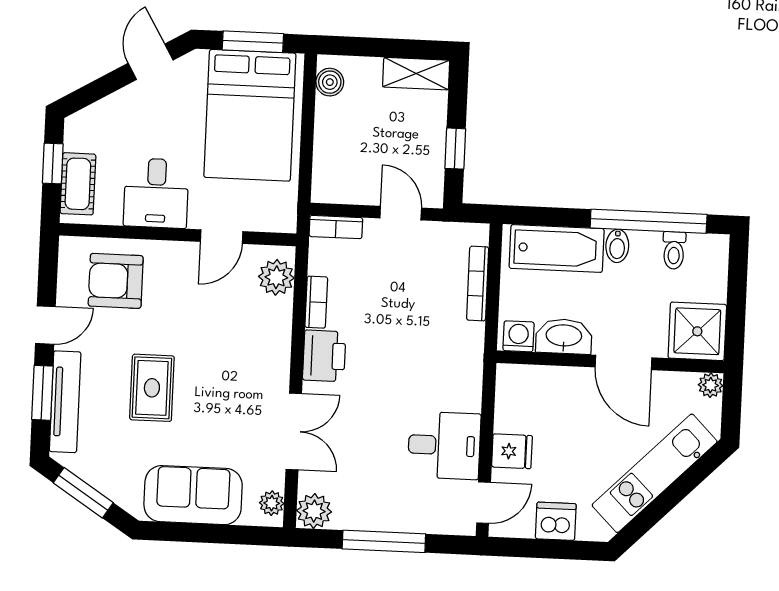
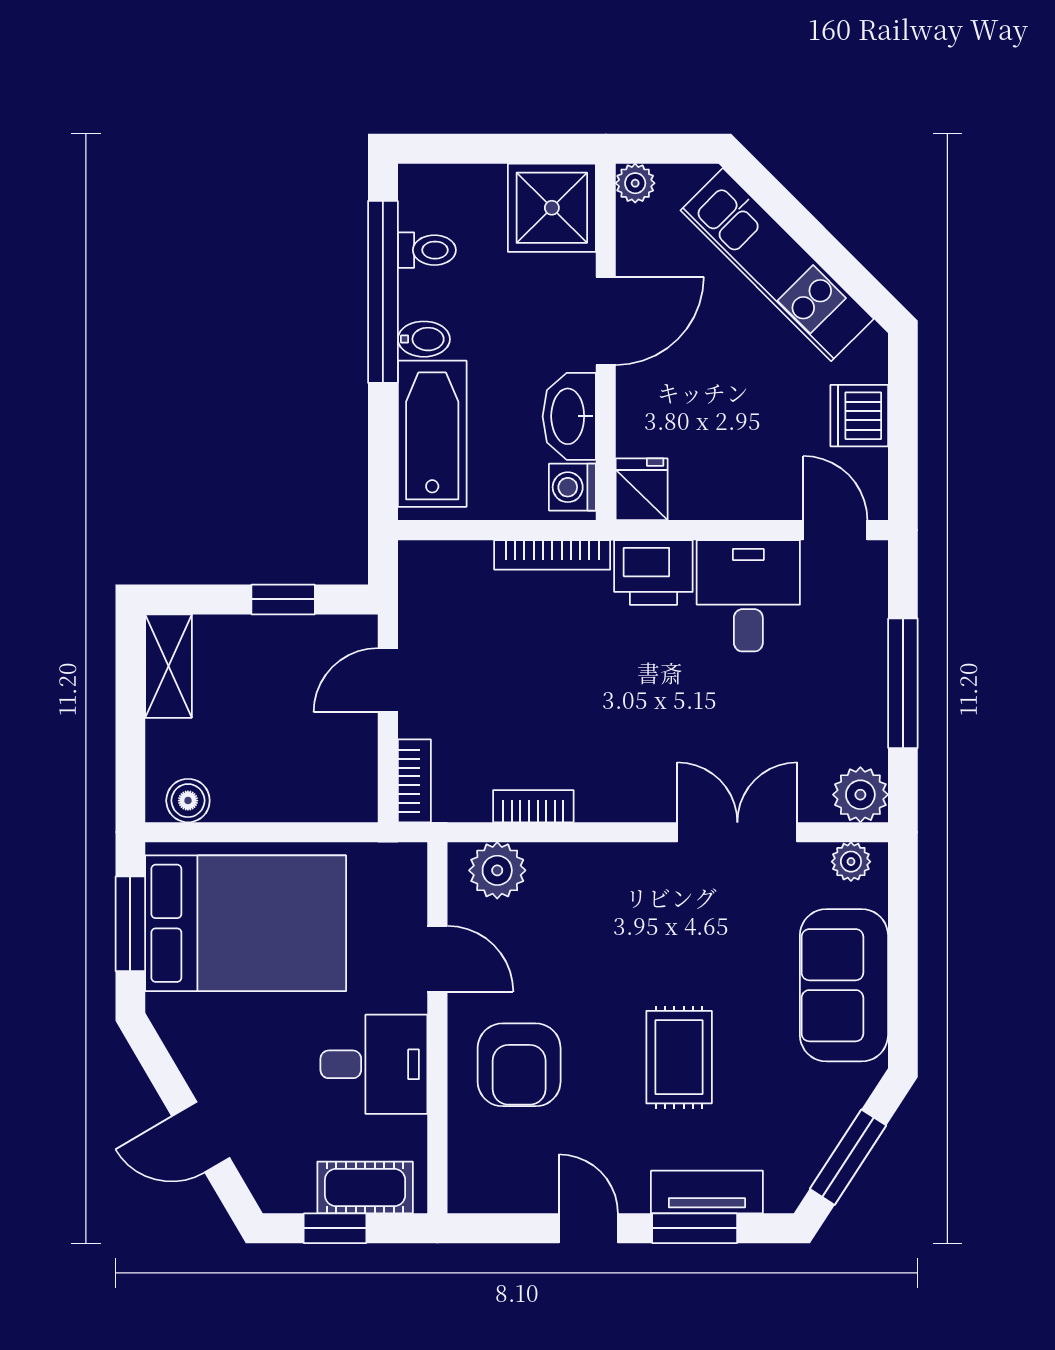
door: (151, 62) -> (201, 1137), moved
armchair: (116, 281) -> (519, 1065), moved
bookcase: (478, 284) -> (552, 555), moved
printer: (324, 356) -> (653, 572), moved, turned 180
rug: (152, 388) -> (679, 1057), turned 90
tv unit: (65, 402) -> (707, 1192), width x0.71
fridge: (512, 451) -> (642, 489), moved

